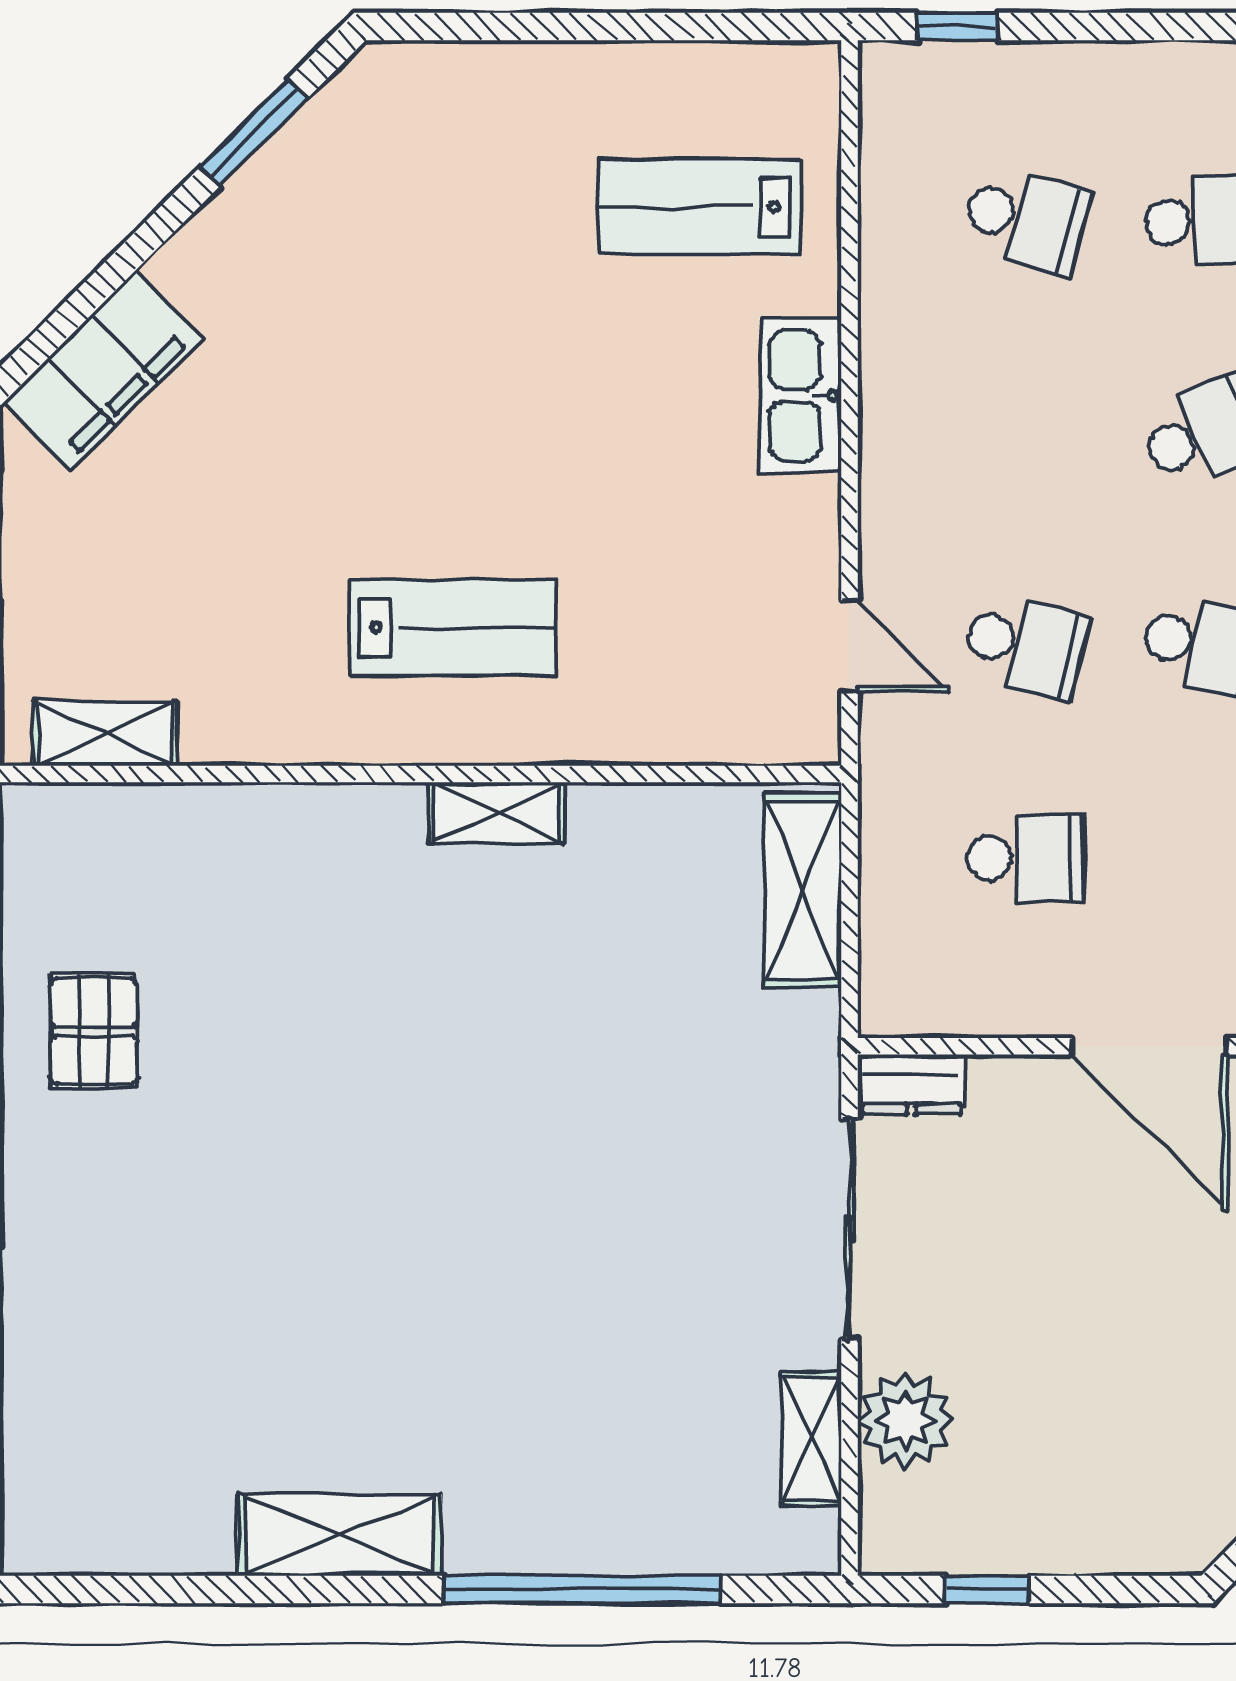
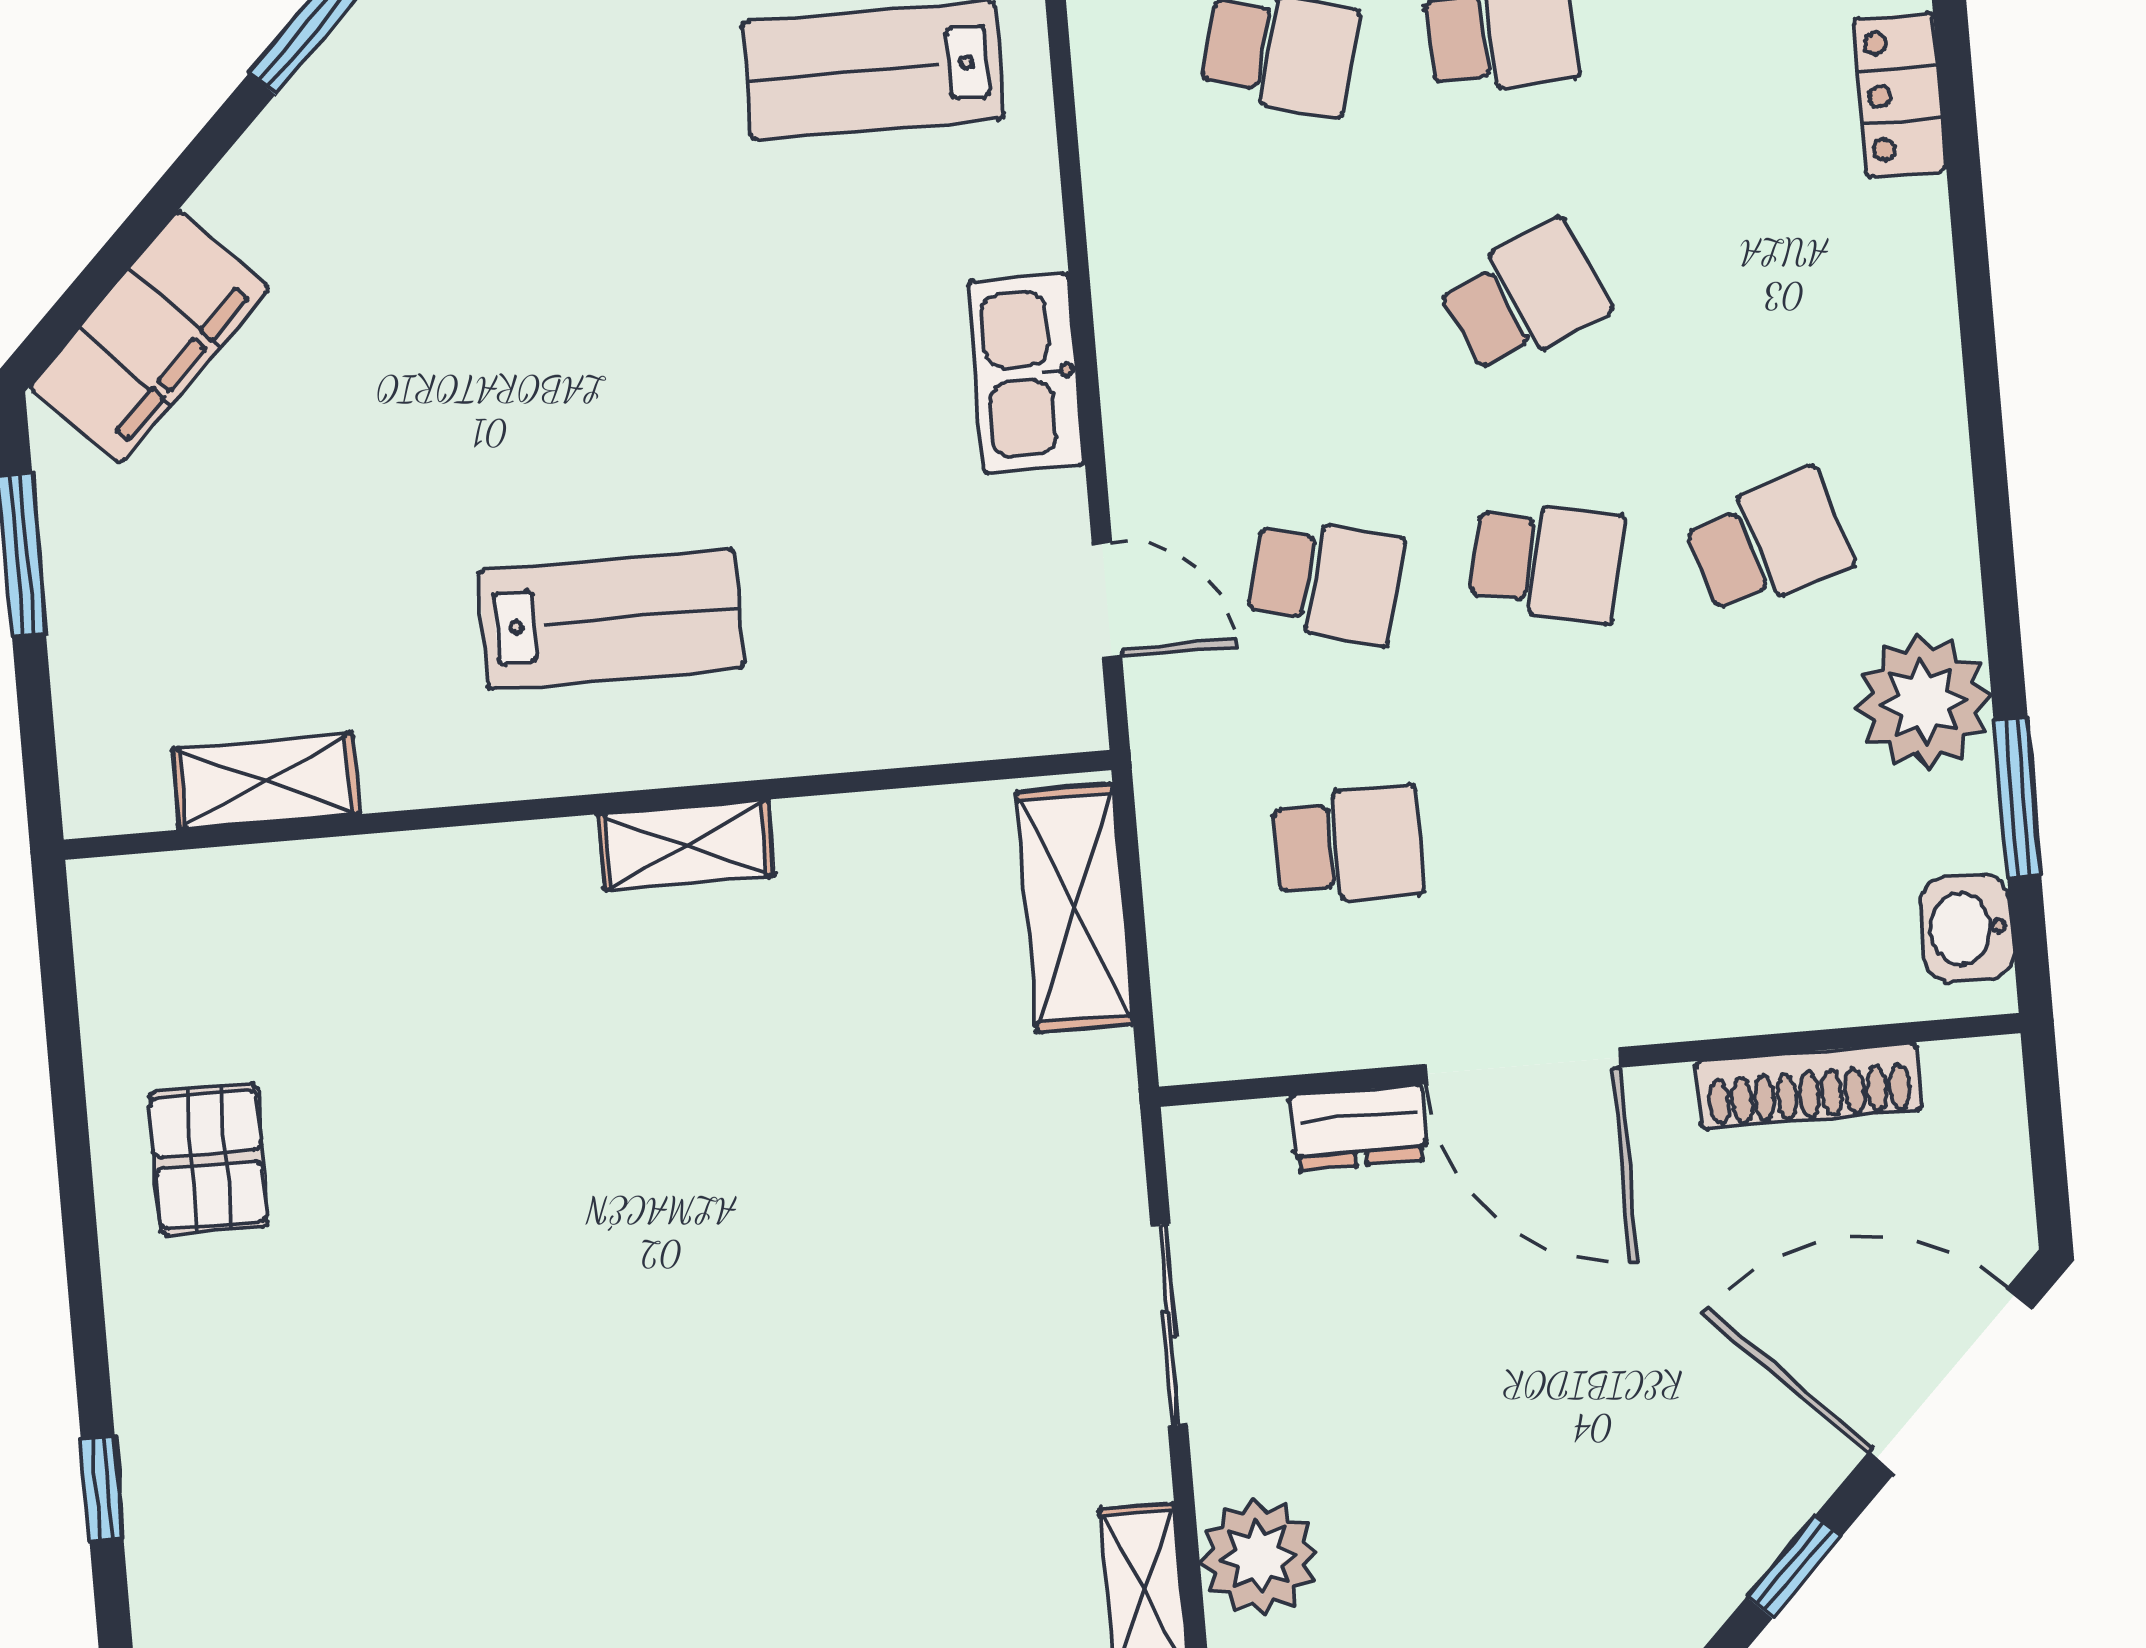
kitchen sink: (800, 395) -> (1026, 373), moved
shelving: (105, 733) -> (266, 781), moved
dresser: (911, 1085) -> (1359, 1128), moved
sliding door: (849, 1229) -> (1169, 1325), width x0.73

